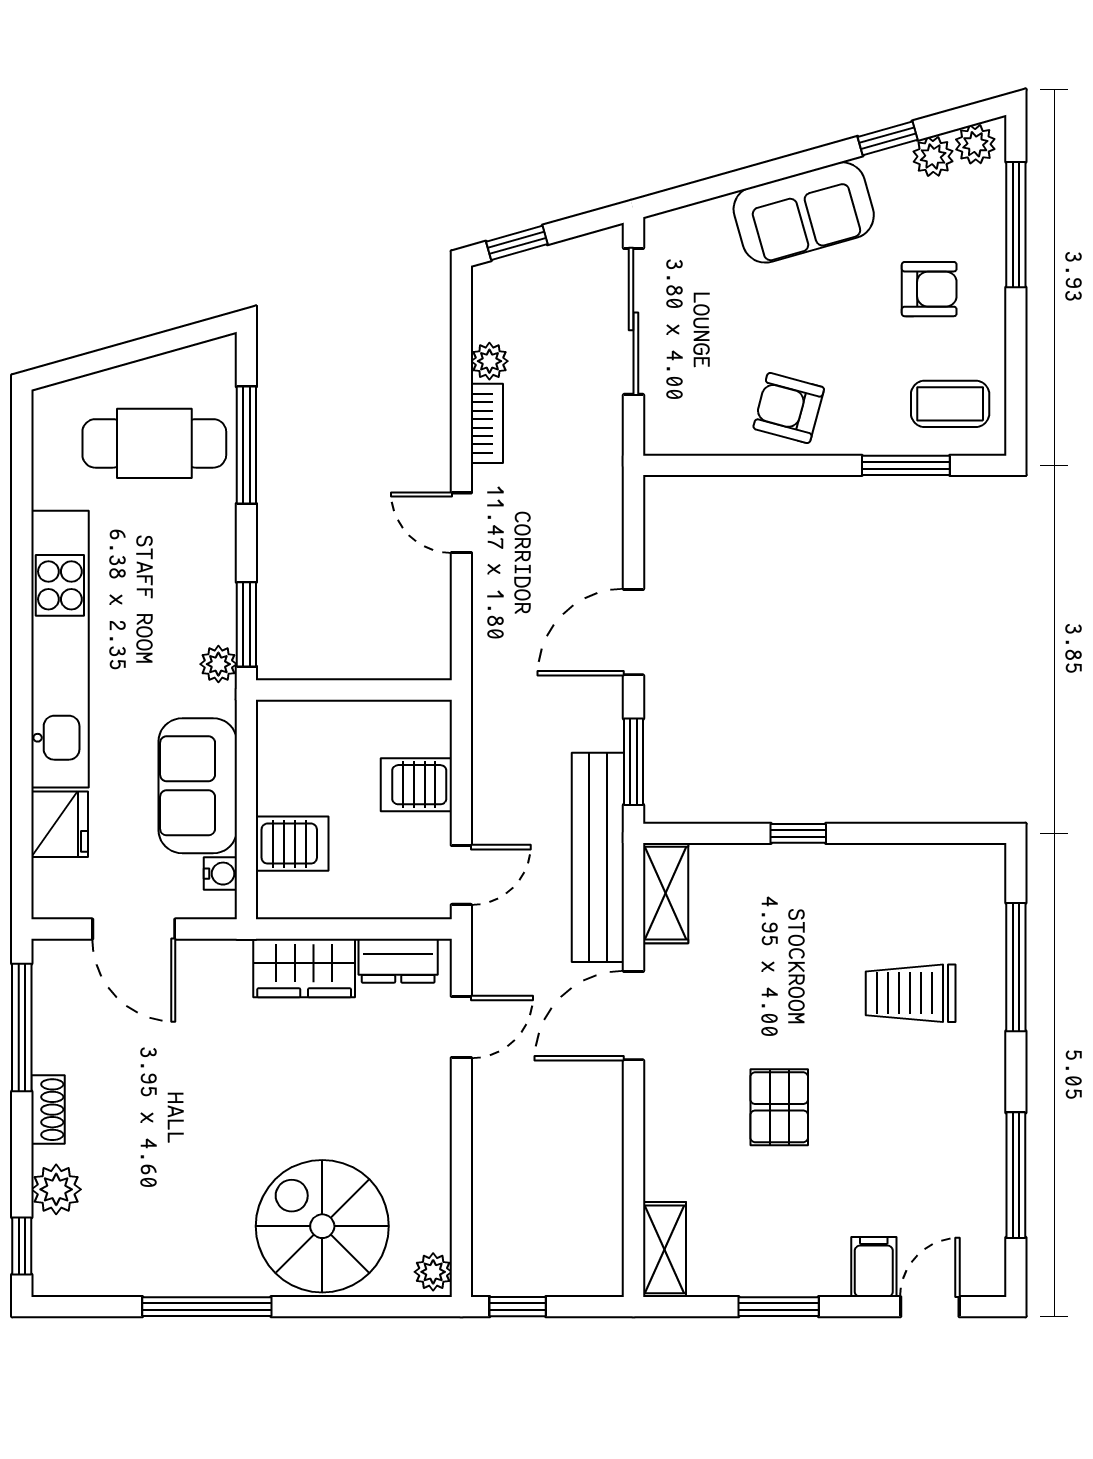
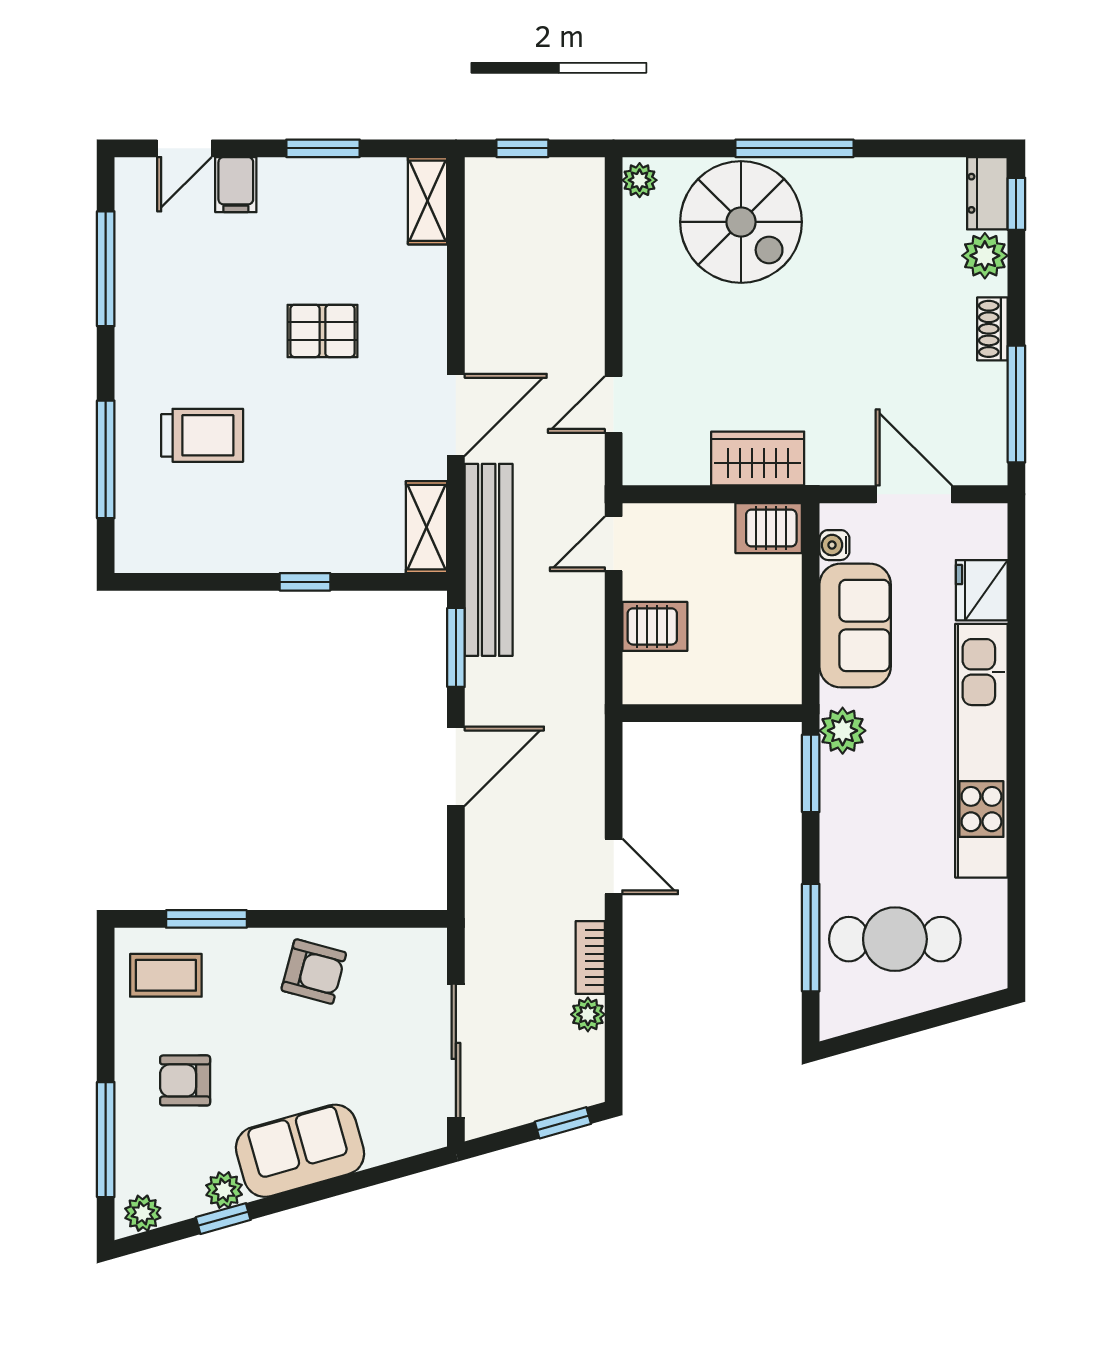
plant: (933, 156) -> (224, 1190), moved
plant: (218, 664) -> (843, 731), width x1.38, depth x1.38
server rack: (292, 844) -> (769, 528), moved
dresser: (398, 961) -> (987, 193), moved, turned -90
pallet: (779, 1107) -> (322, 331), turned 90
window: (207, 1307) -> (795, 148), moved
window: (518, 1307) -> (522, 148), moved

